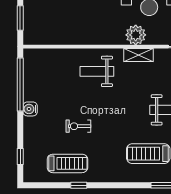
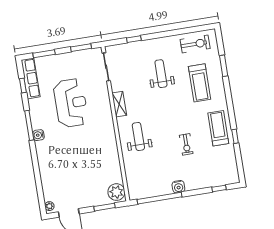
plant: (136, 35) -> (116, 192), moved
weight bench: (97, 71) -> (138, 136), turned 180
treadmill: (67, 163) -> (218, 128), moved

